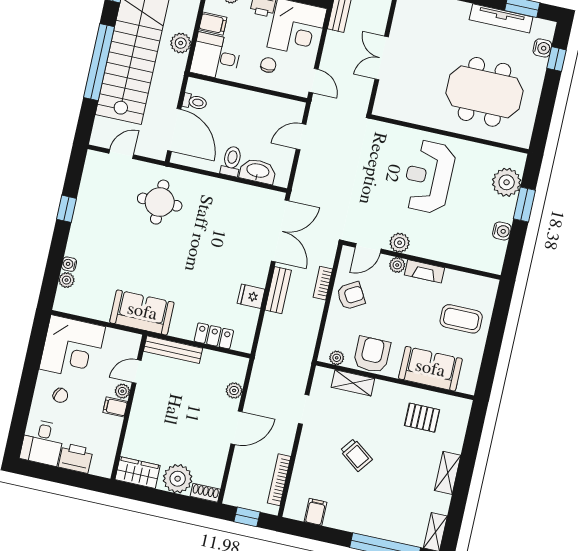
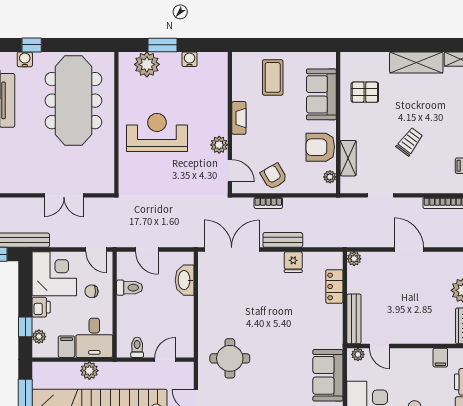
door: (313, 81) -> (96, 250), swing flipped
meeting table: (484, 92) -> (73, 101), width x1.36
door: (174, 130) -> (165, 360), width x0.53
toilet: (232, 161) -> (130, 288), moved, turned 180
reception desk: (429, 177) -> (157, 132), turned 180
plant: (397, 265) -> (239, 143), removed
sofa: (142, 312) -> (328, 375), moved
plant: (122, 391) -> (358, 354), moved
plant: (234, 391) -> (354, 259), moved
filing cabinet: (115, 407) -> (440, 358), moved
pallet: (422, 418) -> (365, 92), turned 90
shelving: (448, 473) -> (416, 62), width x1.50, depth x1.33

